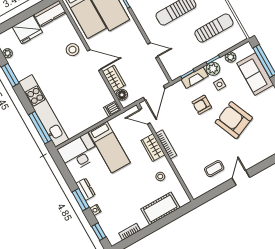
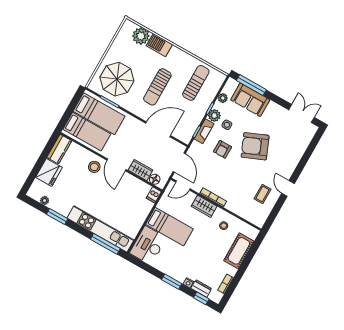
door: (153, 50) -> (158, 129), width x1.87
door: (94, 60) -> (116, 165), swing flipped
dresser: (86, 189) -> (201, 289), moved

